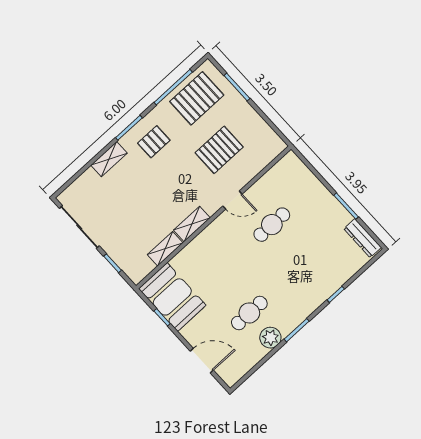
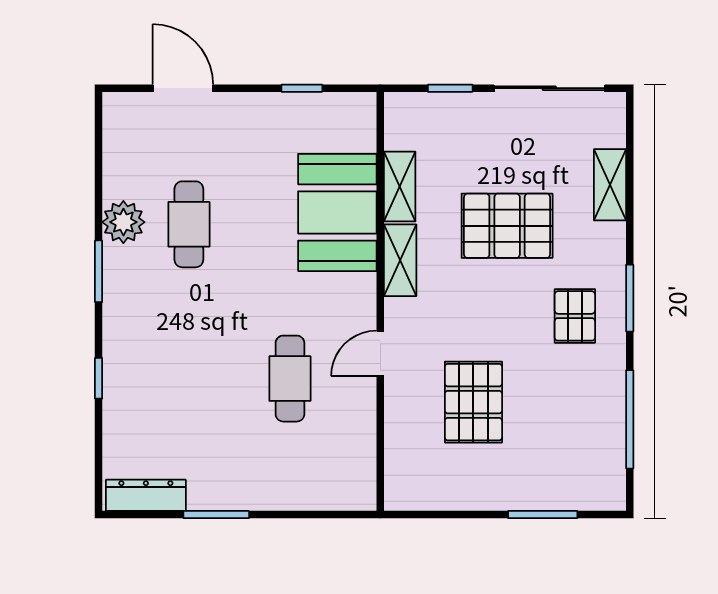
pallet: (197, 98) -> (507, 226), moved, turned 90
shelving: (109, 159) -> (610, 185), moved
booth: (172, 297) -> (337, 212), moved, turned 90
door: (202, 361) -> (183, 88), swing flipped

